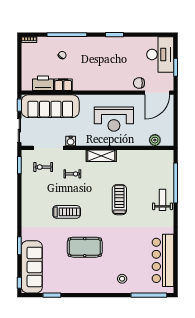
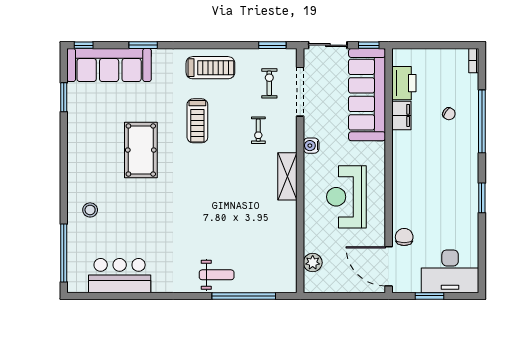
water cooler: (71, 141) -> (311, 146), moved
treadmill: (119, 200) -> (210, 68), moved
bar counter: (163, 260) -> (120, 276), width x0.73

